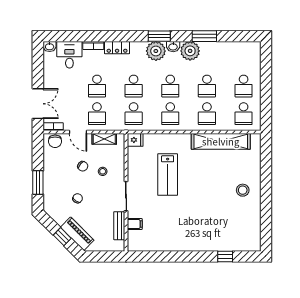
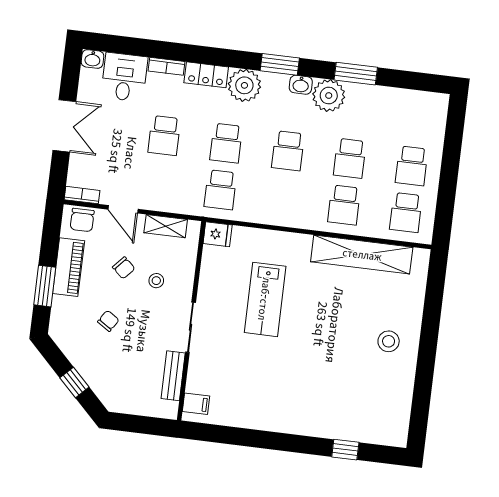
plant: (156, 51) -> (244, 85), moved
double door: (38, 104) -> (64, 126), moved
school desk: (97, 114) -> (159, 182), removed
school desk: (170, 114) -> (282, 197), removed
filing cabinet: (135, 224) -> (196, 404), moved
piano: (77, 234) -> (69, 267), moved, turned 45

